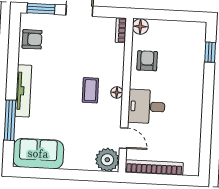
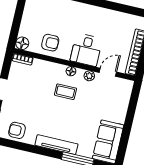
armchair: (32, 39) -> (17, 130), turned -90
armchair: (147, 61) -> (50, 43), turned 180
plant: (107, 160) -> (89, 76), moved, width x0.53, depth x0.53

